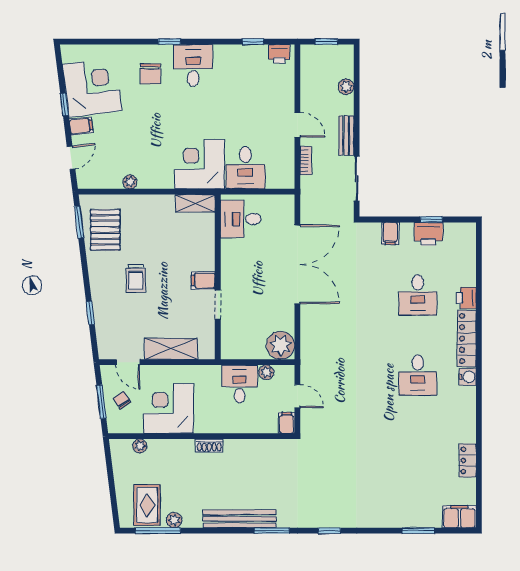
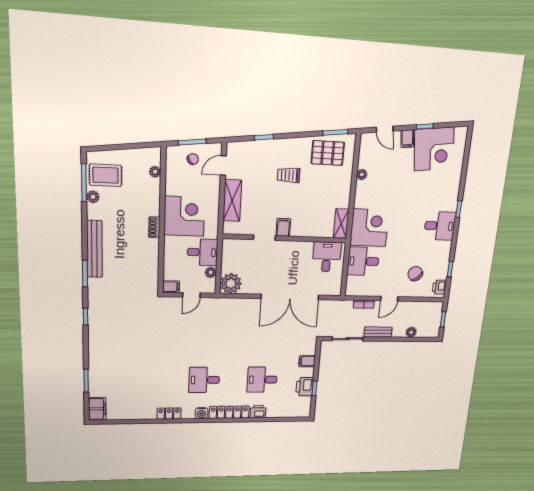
chair: (151, 74) -> (415, 274), moved, turned 51
corner desk: (169, 408) -> (184, 216), moved
locker: (468, 460) -> (169, 414), moved

